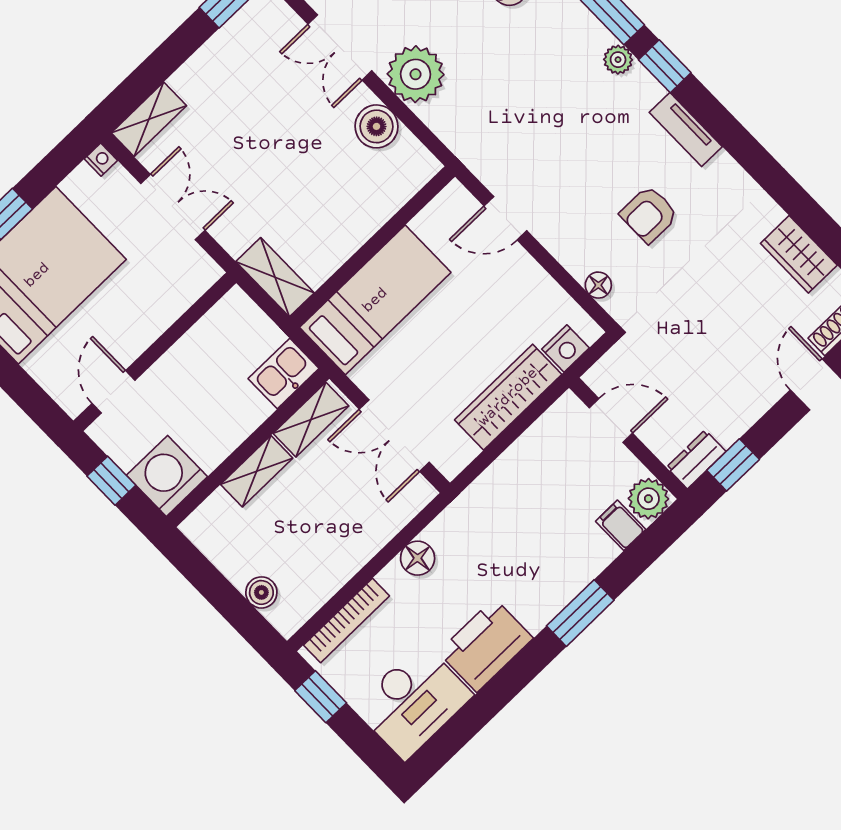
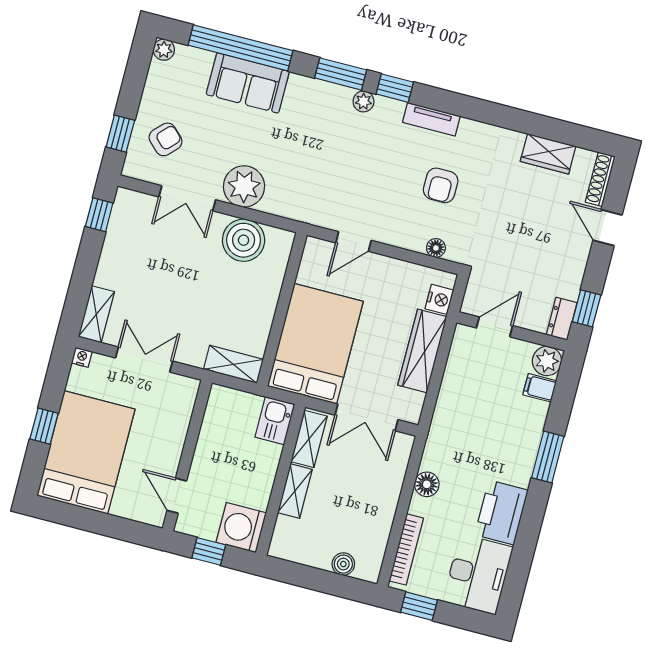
boiler: (376, 126) -> (244, 240), width x1.37, depth x1.37
bed: (375, 300) -> (315, 344), width x1.50

